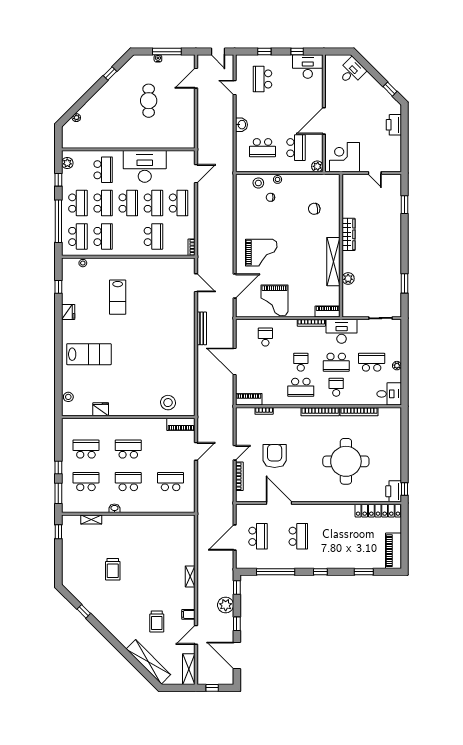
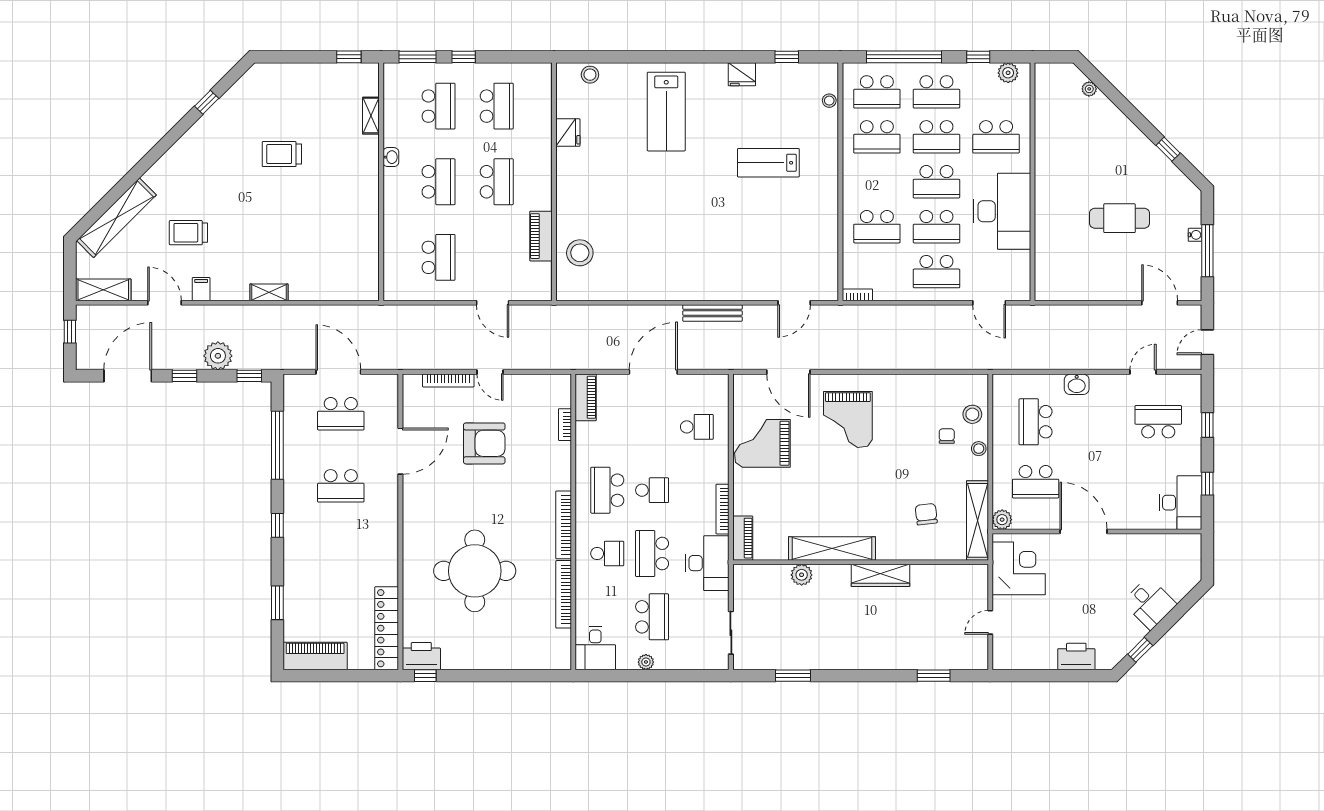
desk: (352, 71) -> (1150, 603), moved
shelving: (318, 180) -> (977, 520), added
piano: (181, 424) -> (541, 236), moved

